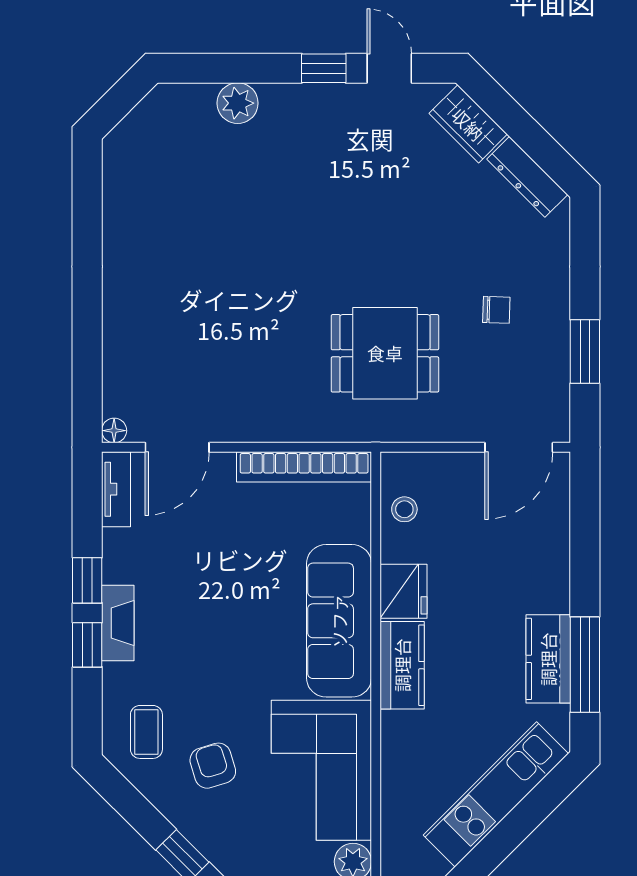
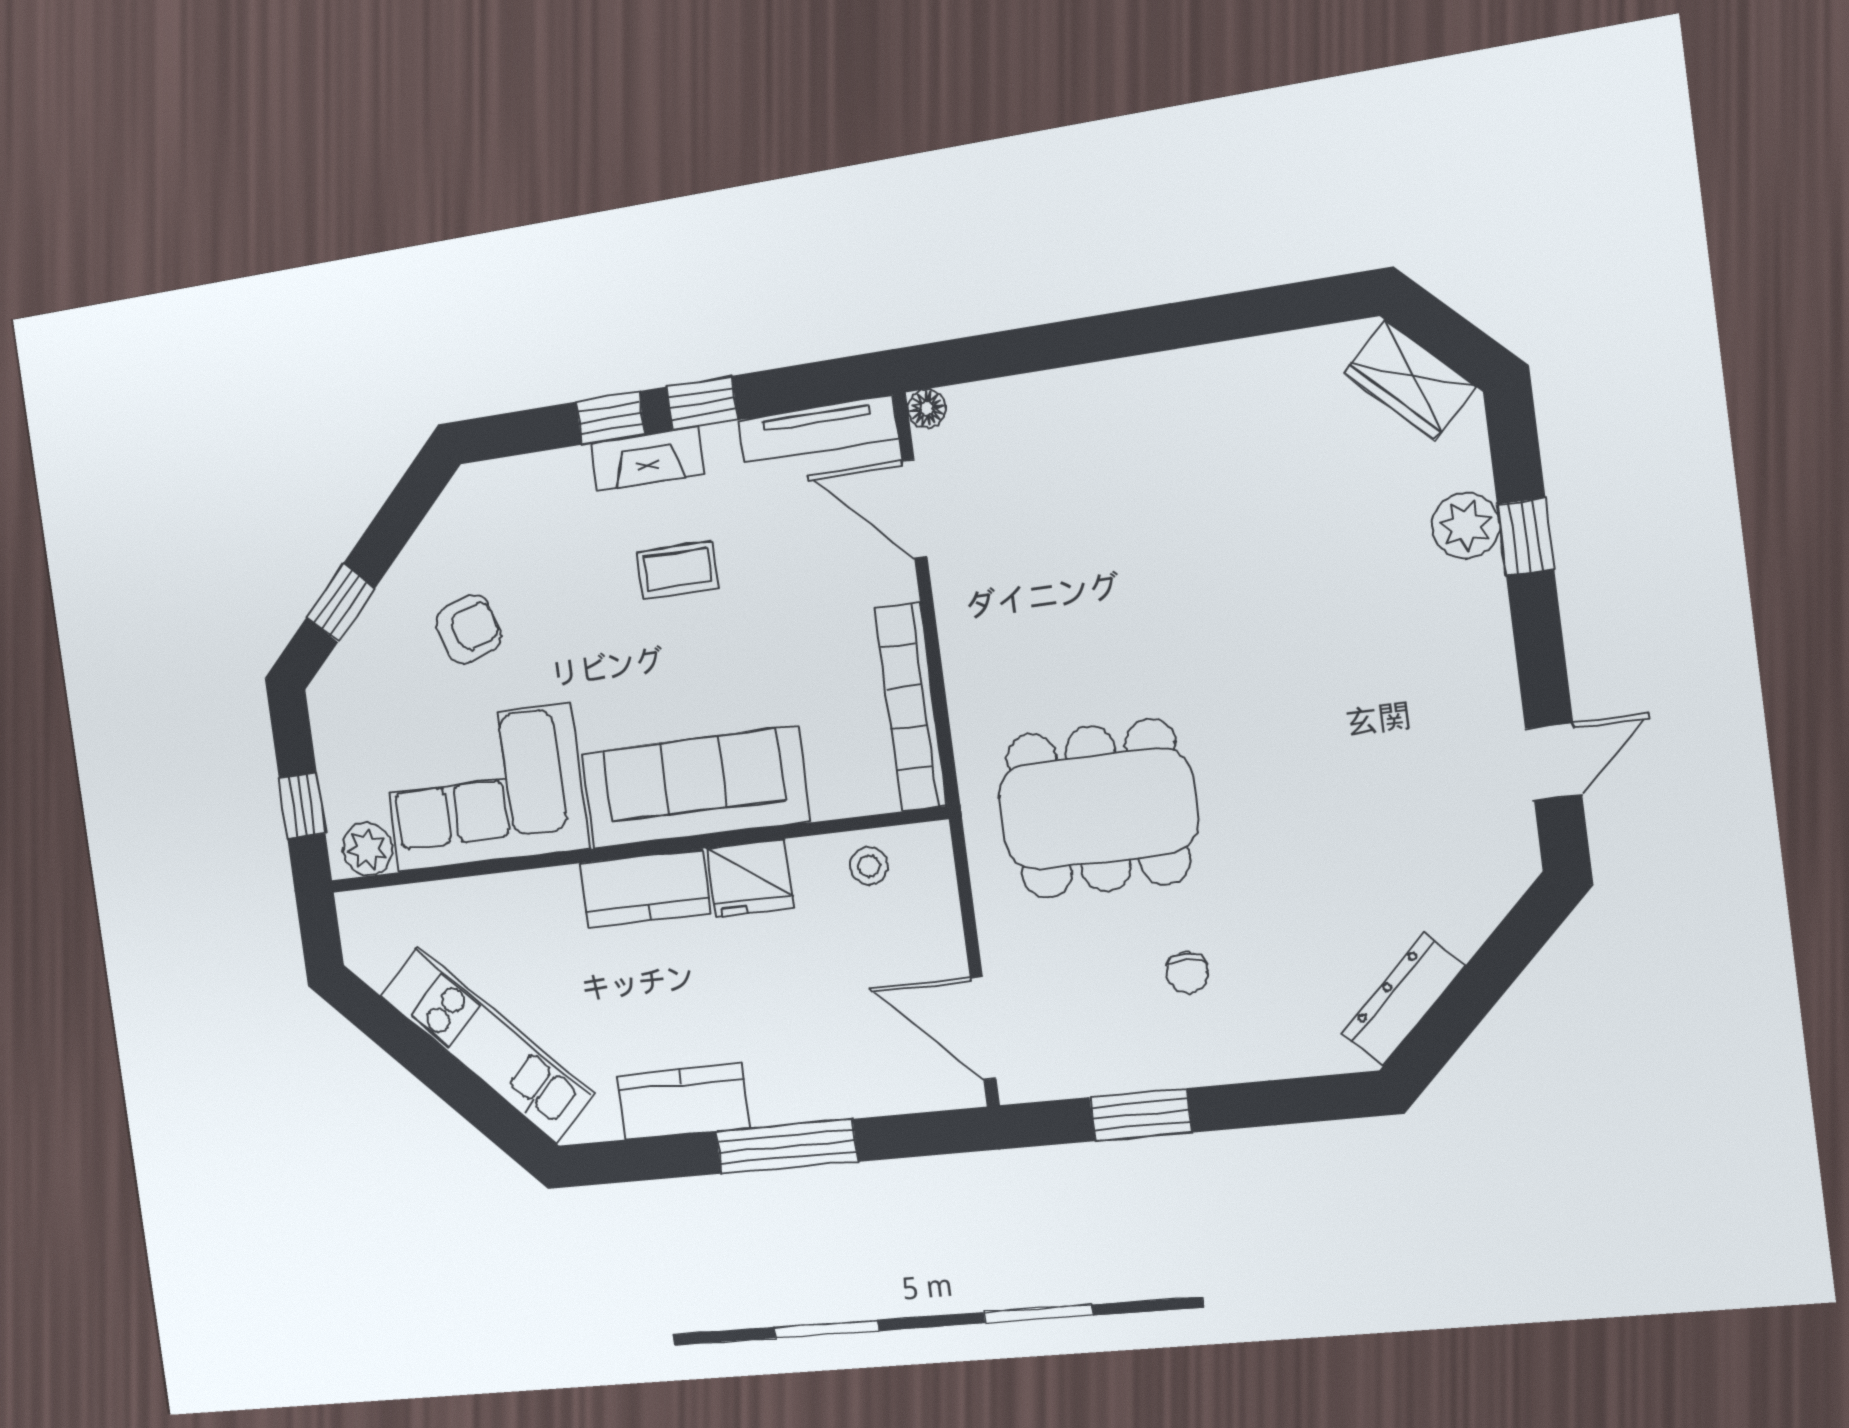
window: (324, 68) -> (1526, 537), moved
wardrobe: (468, 124) -> (1409, 380), moved, turned -90
dining table: (385, 353) -> (1098, 809), width x1.38
tv unit: (116, 489) -> (817, 429), width x1.41
window: (585, 665) -> (787, 1146), moved
coffee table: (146, 732) -> (677, 570), moved

